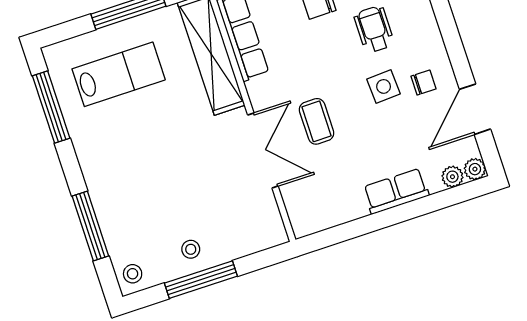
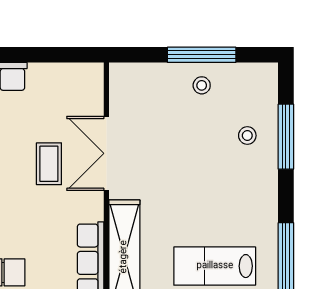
stool: (133, 274) -> (247, 136), moved

